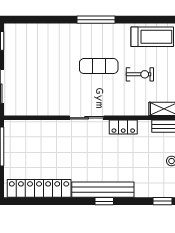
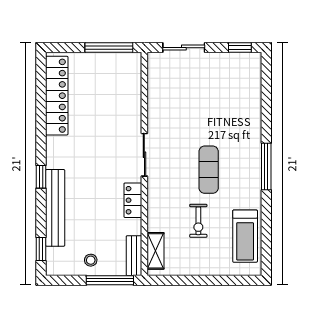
bench: (103, 190) -> (55, 208), moved

